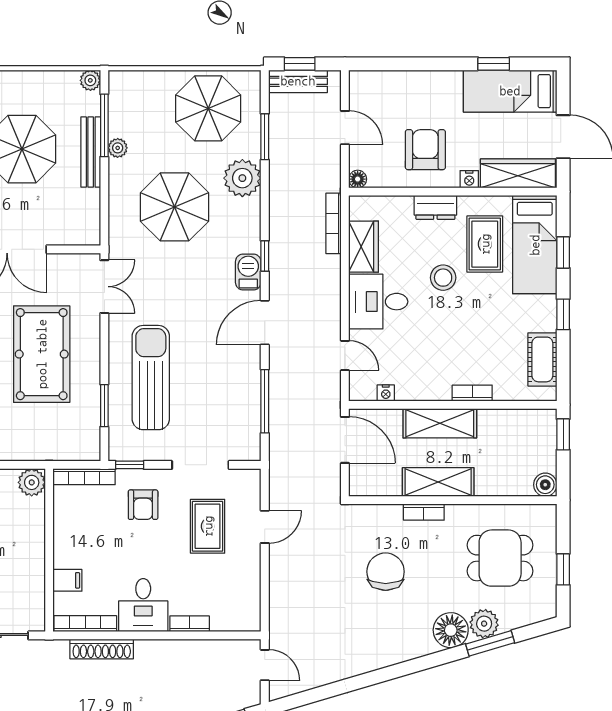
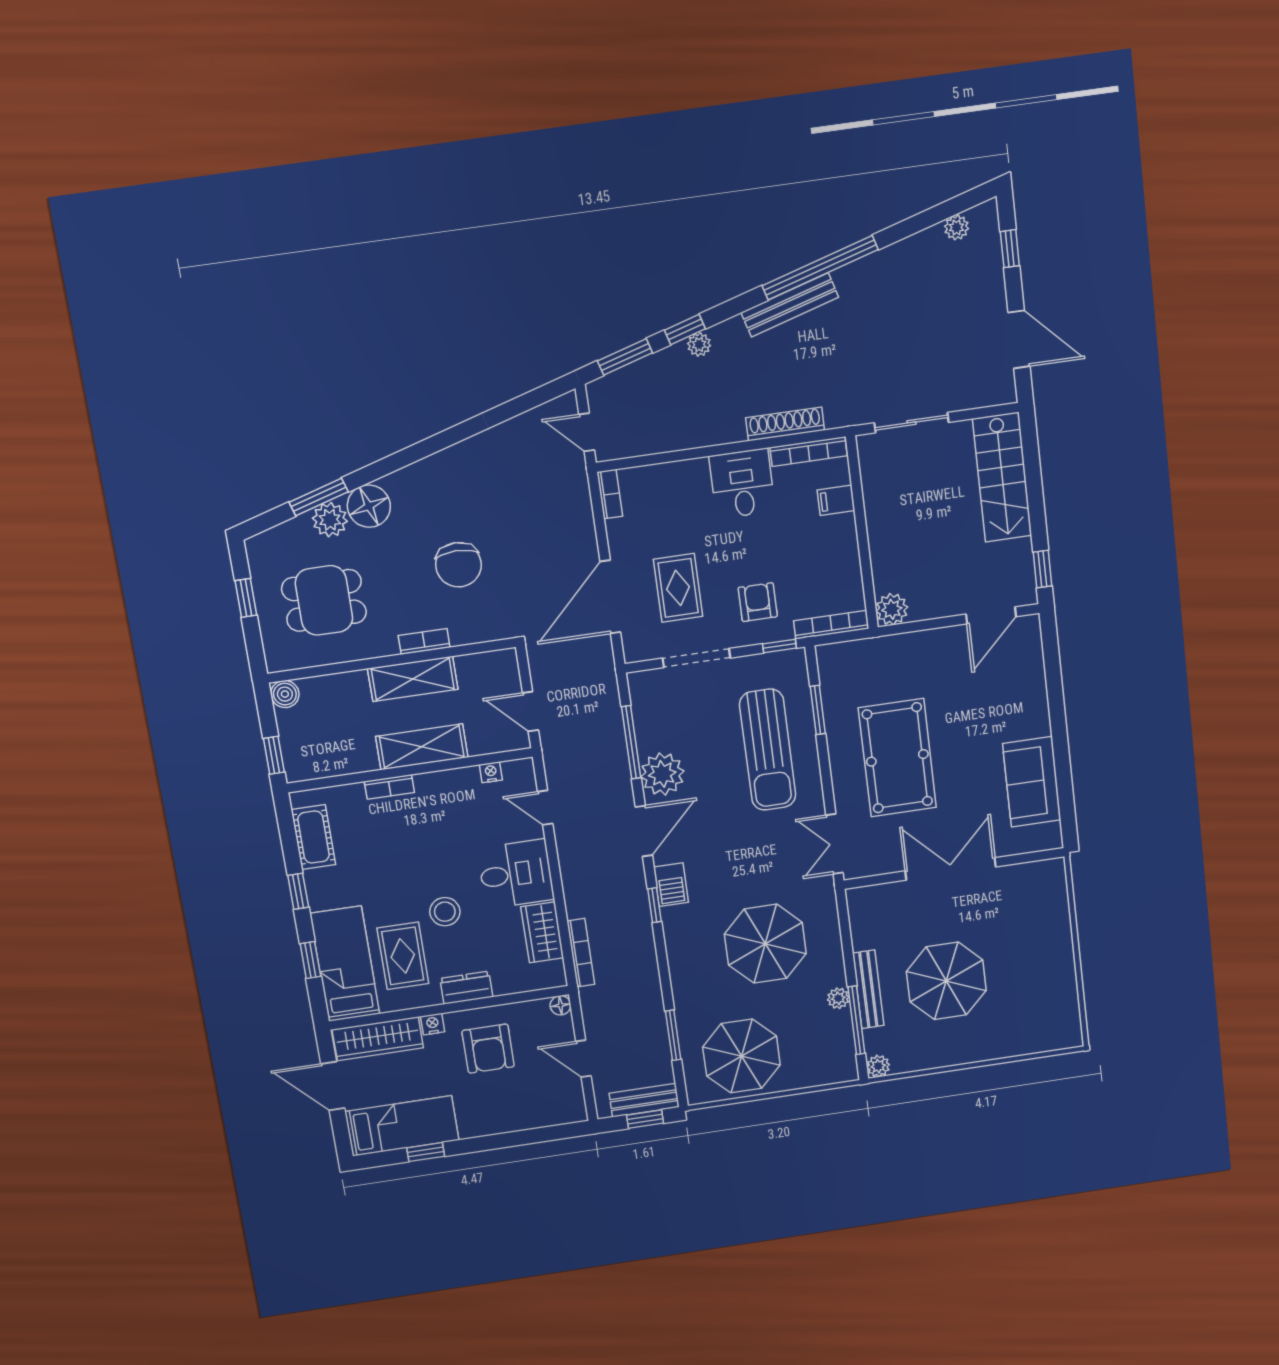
plant: (242, 178) -> (662, 774), moved
door: (345, 440) -> (530, 712), width x0.73
door: (265, 527) -> (610, 597), width x1.87
bookcase: (190, 624) -> (610, 494), moved, turned -90

